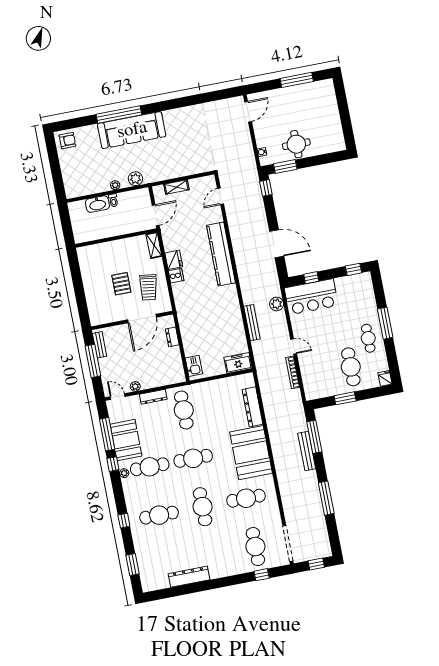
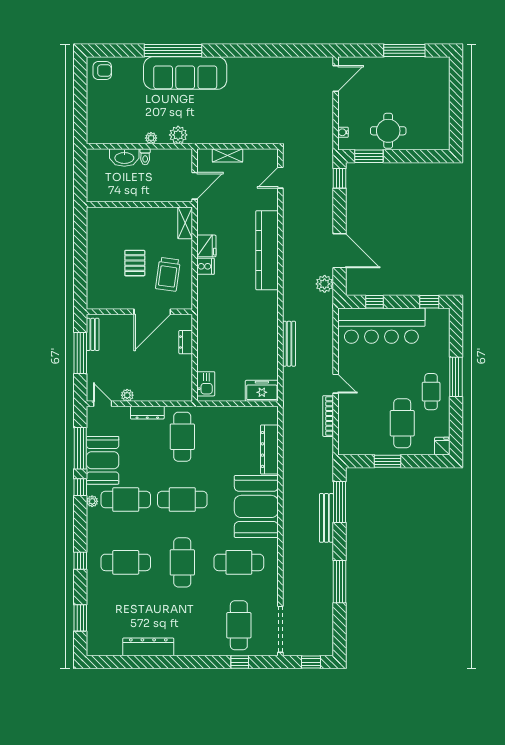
bar counter: (311, 297) -> (381, 326), width x1.36
plant: (277, 304) -> (325, 284), moved

